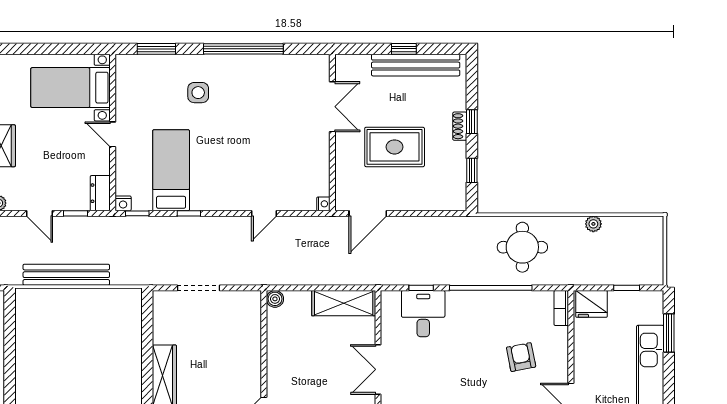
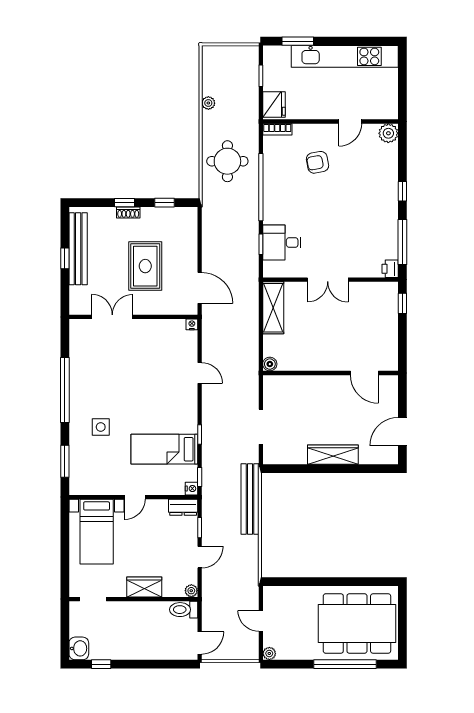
bench: (66, 275) -> (250, 499), moved

